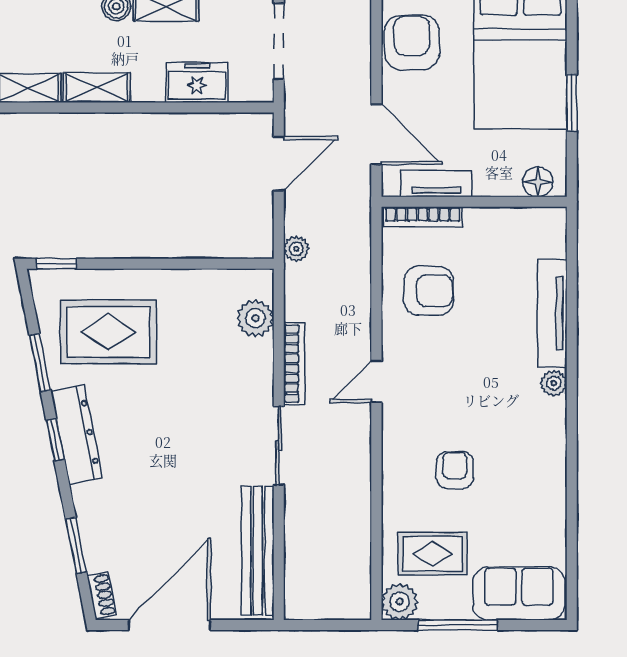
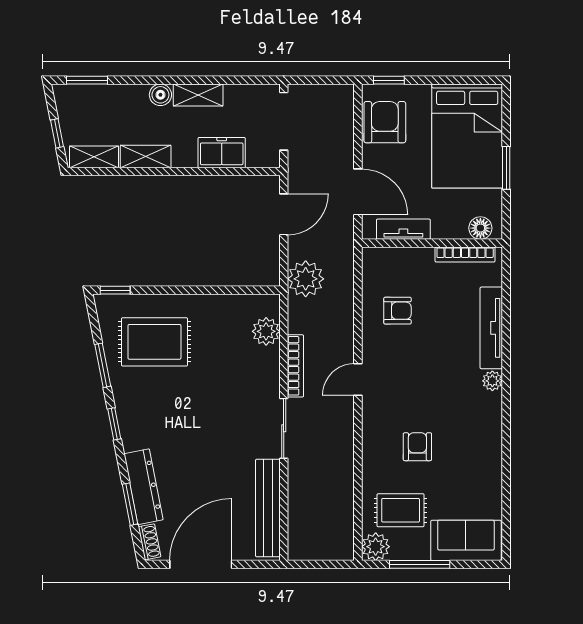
bookcase: (423, 217) -> (465, 255), moved
plant: (296, 249) -> (306, 279), width x1.88, depth x1.88
armchair: (429, 291) -> (397, 311), width x0.72, depth x0.72
dresser: (77, 435) -> (144, 487), moved

